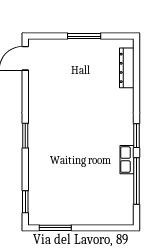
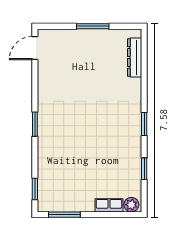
row of seats: (127, 160) -> (109, 205), moved, turned 90
window: (136, 181) -> (144, 169), width x0.47
plant: (123, 218) -> (131, 205), added

